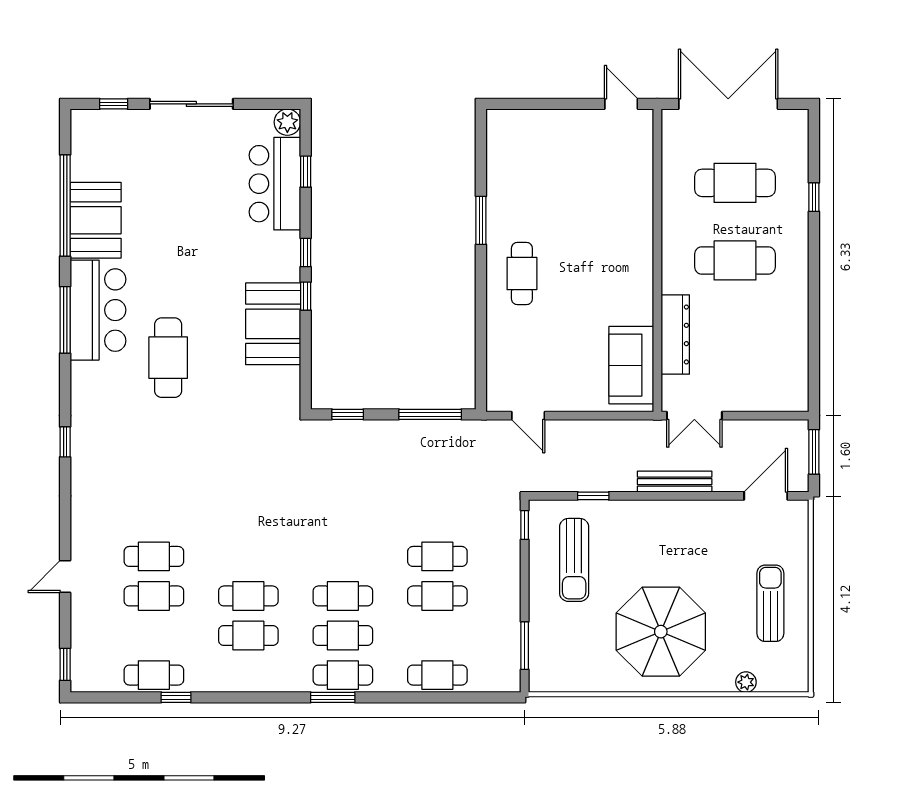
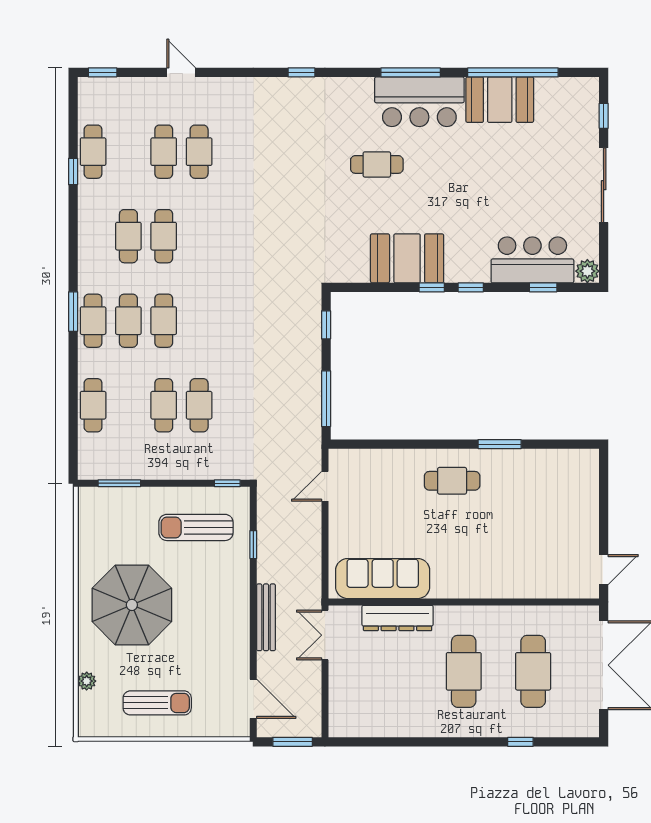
cafe table: (168, 358) -> (377, 164), width x0.73, depth x0.74
sofa: (631, 365) -> (383, 579), width x1.36

